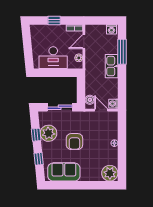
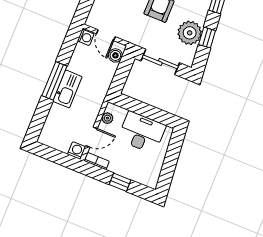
washing machine: (112, 29) -> (77, 151), moved
window: (122, 52) -> (54, 81), moved

